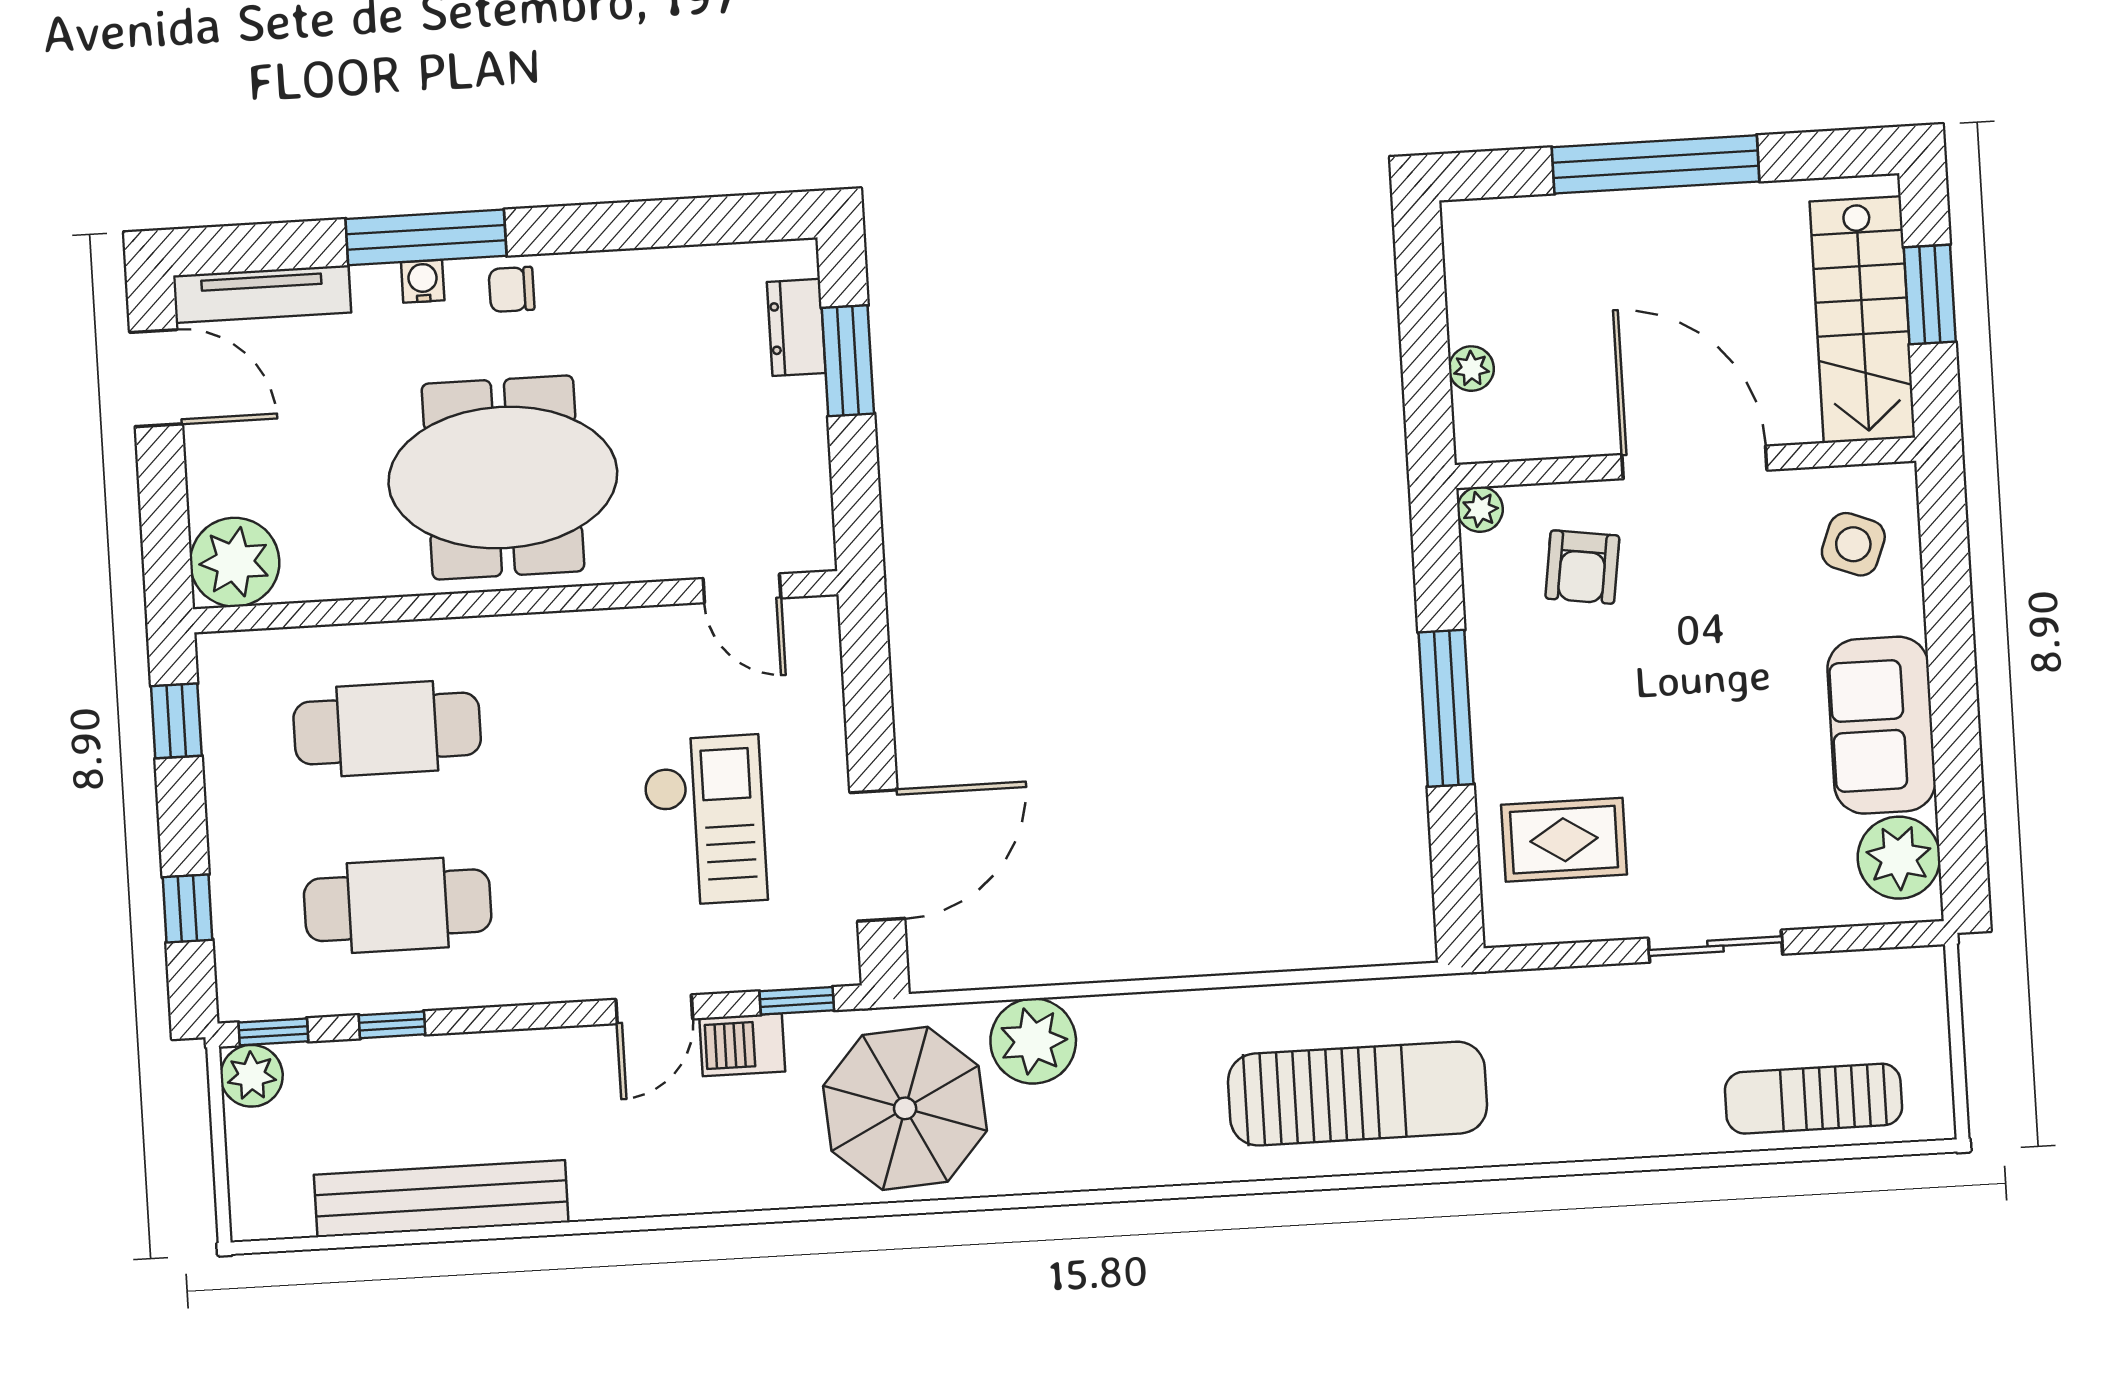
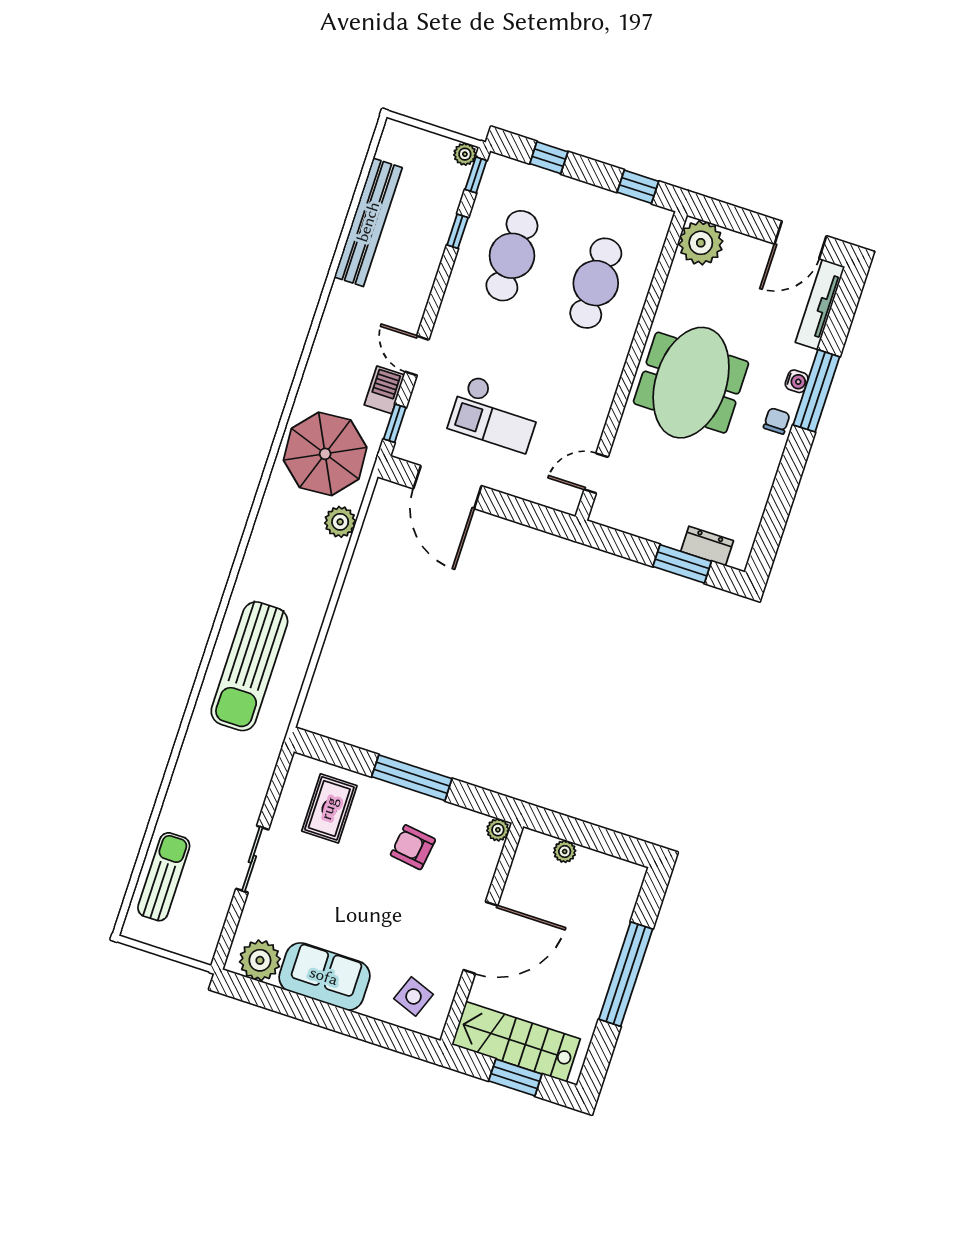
armchair: (1582, 567) -> (413, 847), moved
plant: (1033, 1041) -> (340, 522), width x0.73, depth x0.73
plant: (252, 1076) -> (465, 154), width x0.73, depth x0.73

